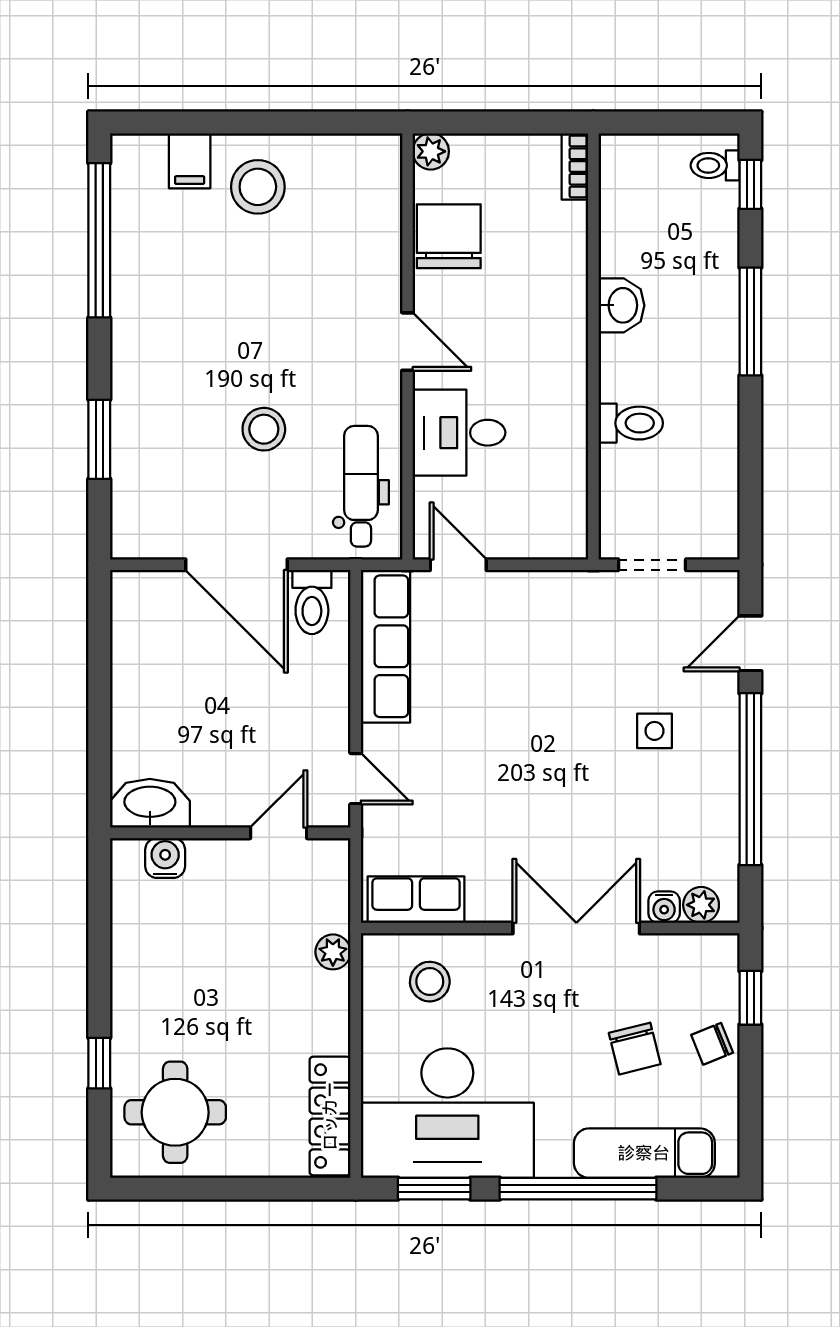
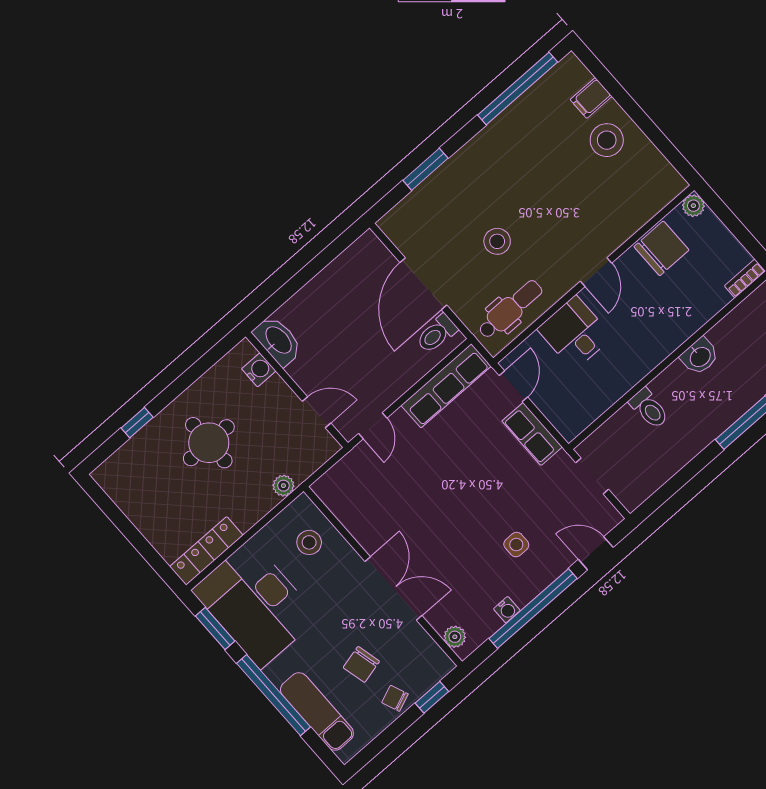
row of seats: (416, 900) -> (532, 434), moved, turned 180
water cooler: (664, 907) -> (507, 610), moved, turned -90
round table: (175, 1112) -> (209, 443), moved

